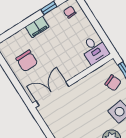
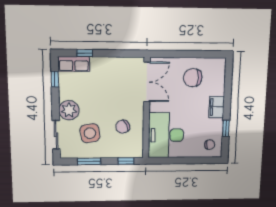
desk: (94, 50) -> (166, 135), width x1.87, depth x1.30
chair: (113, 83) -> (123, 127), moved

